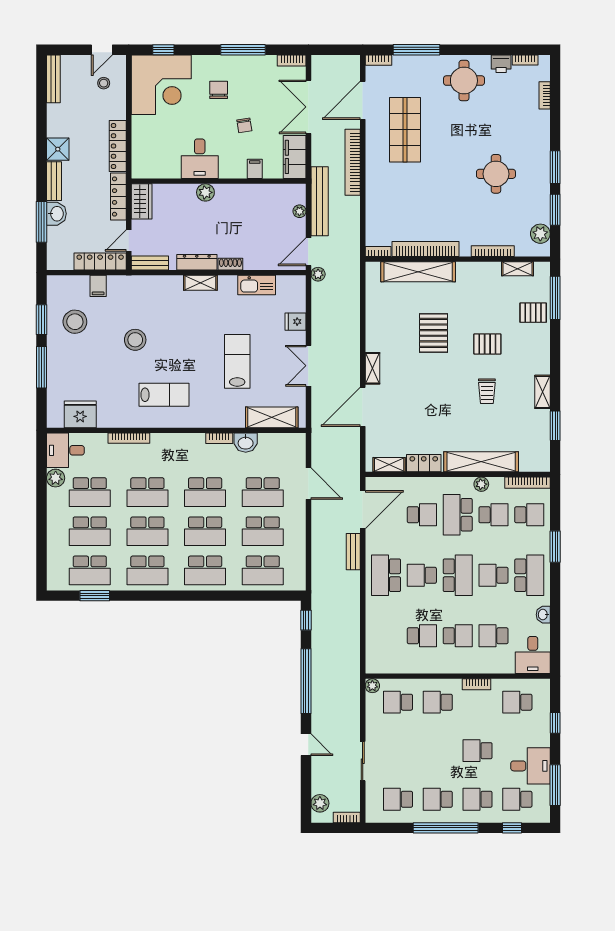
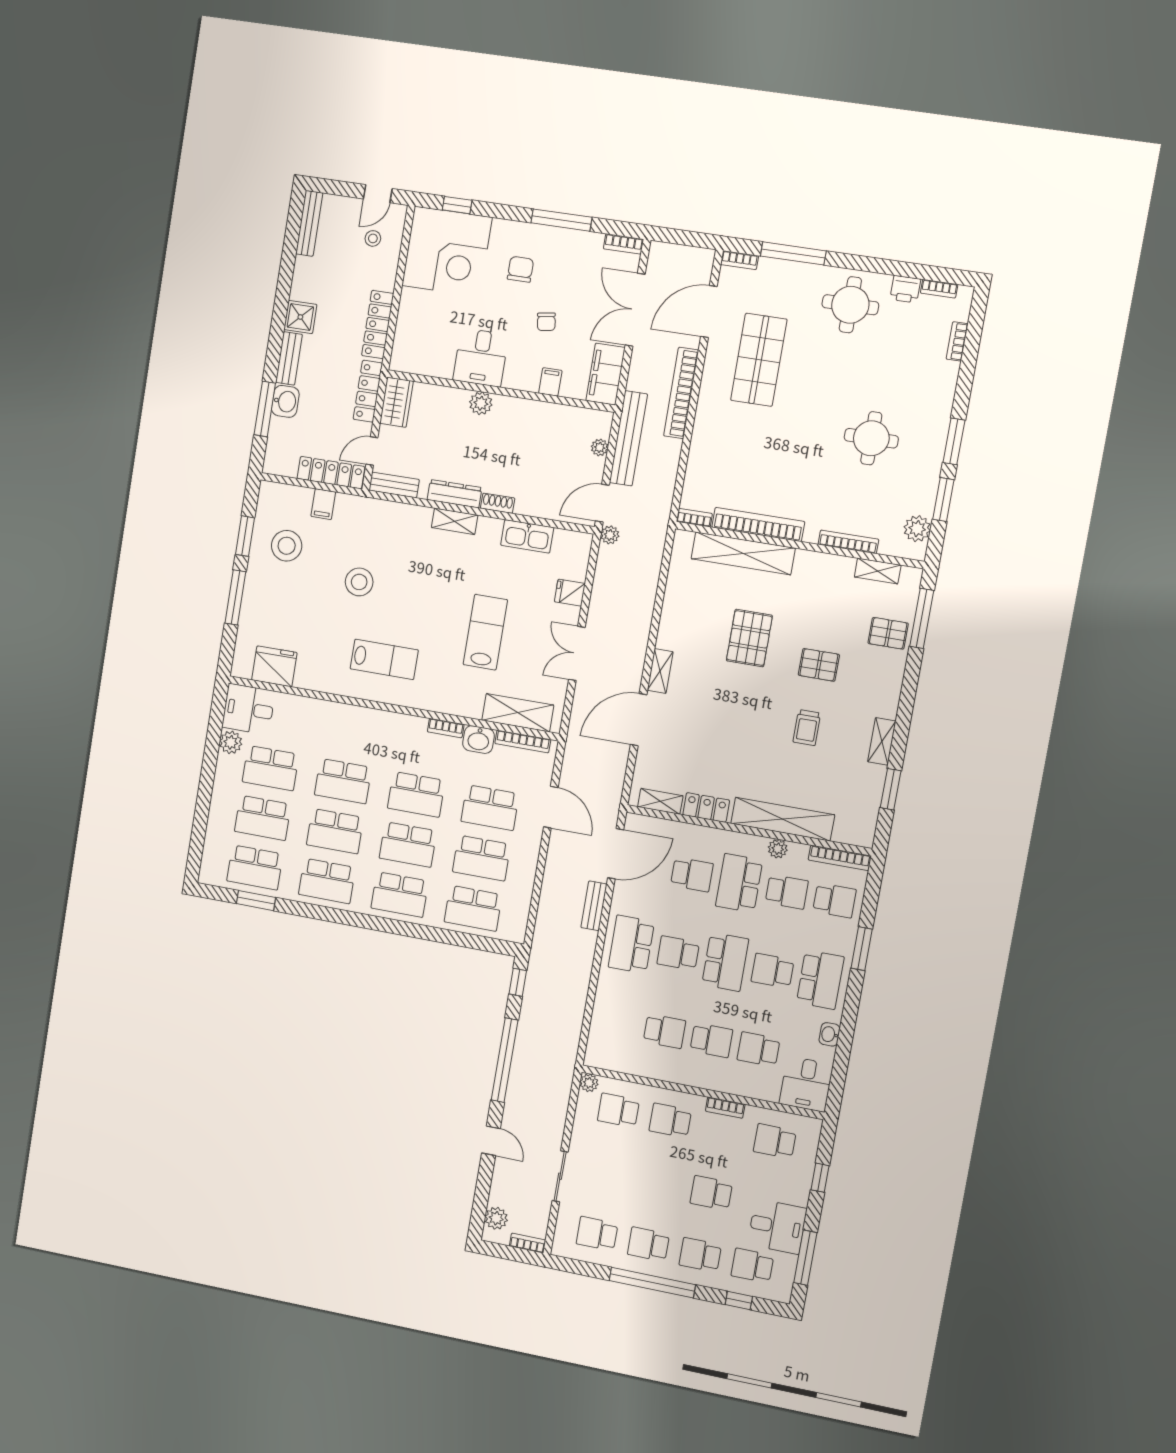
bookcase: (129, 438) -> (523, 741), moved

